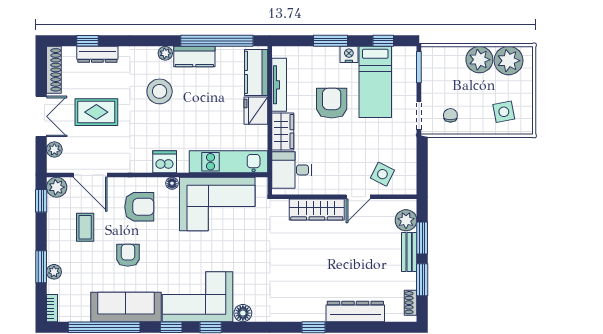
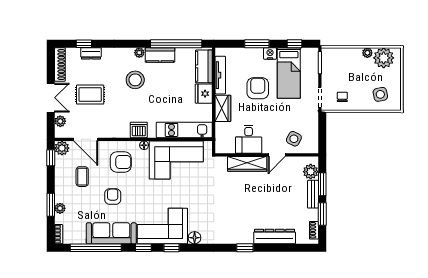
dresser: (97, 54) -> (91, 53), width x0.70
plant: (479, 60) -> (367, 53), width x0.53, depth x0.53
desk: (292, 170) -> (249, 139), moved, turned -90

